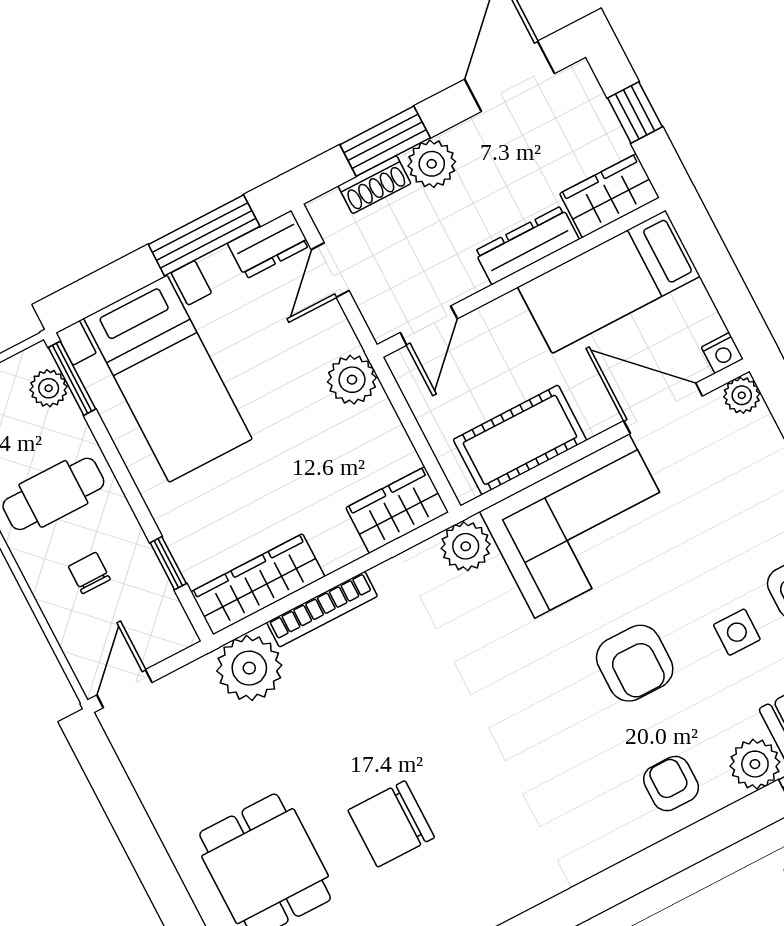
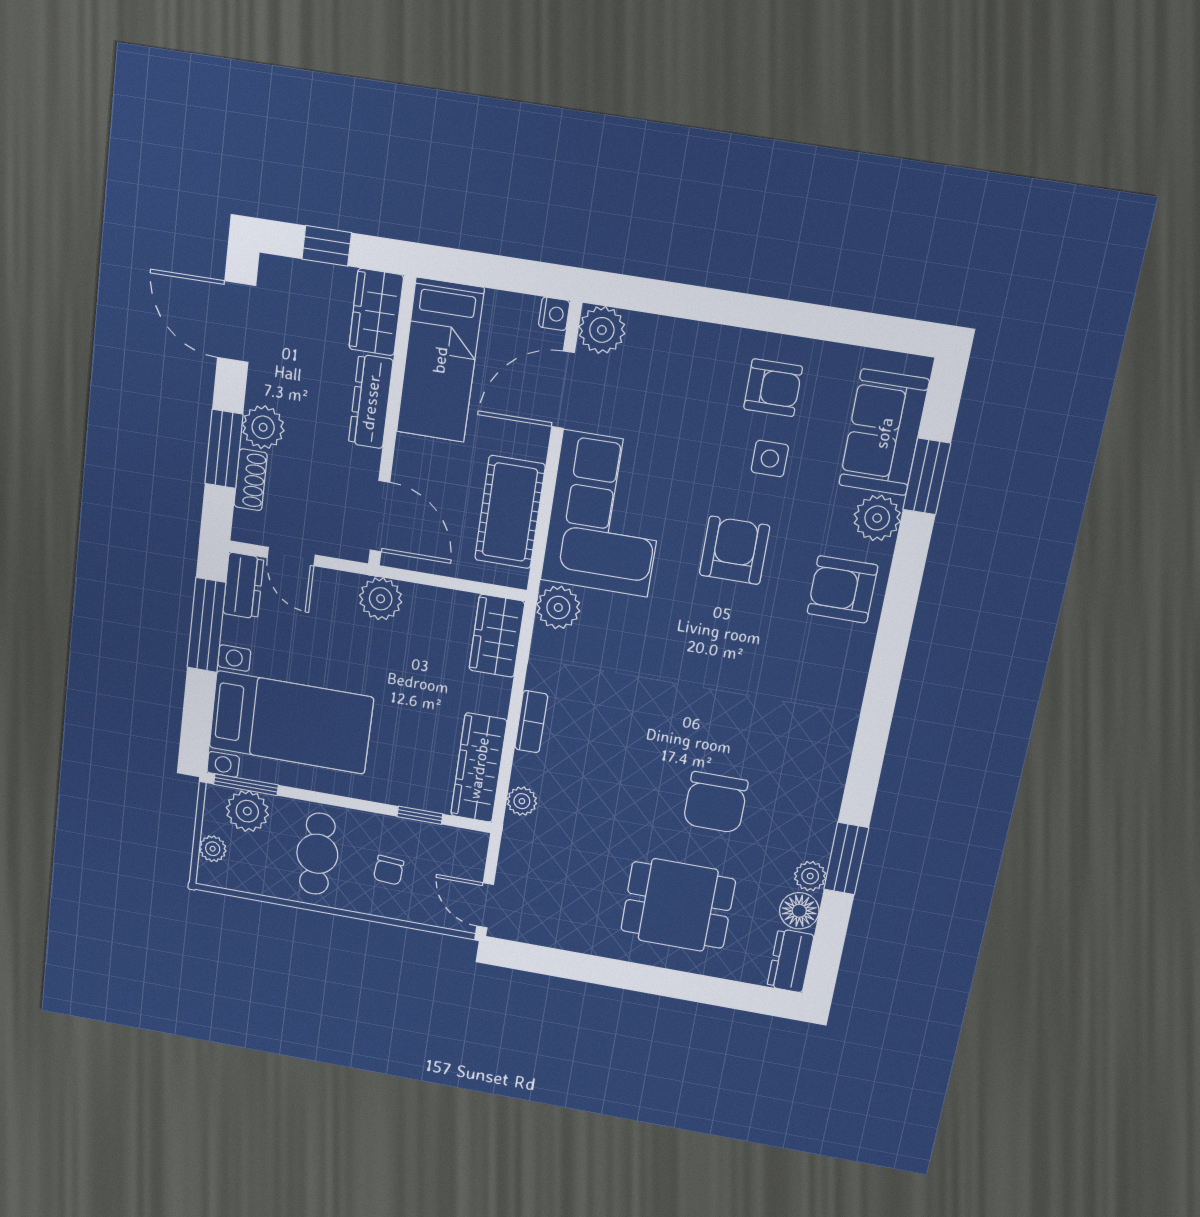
door: (429, 326) -> (380, 516), width x1.38
plant: (49, 388) -> (247, 811), width x1.38, depth x1.38
plant: (742, 395) -> (602, 330), width x1.38, depth x1.38
chair: (89, 573) -> (389, 870), turned -86
bookcase: (322, 609) -> (531, 722), width x0.64
armchair: (635, 663) -> (735, 550), turned -90
plant: (249, 668) -> (522, 801), width x0.53, depth x0.53
armchair: (671, 784) -> (842, 589), width x1.38, depth x1.38

